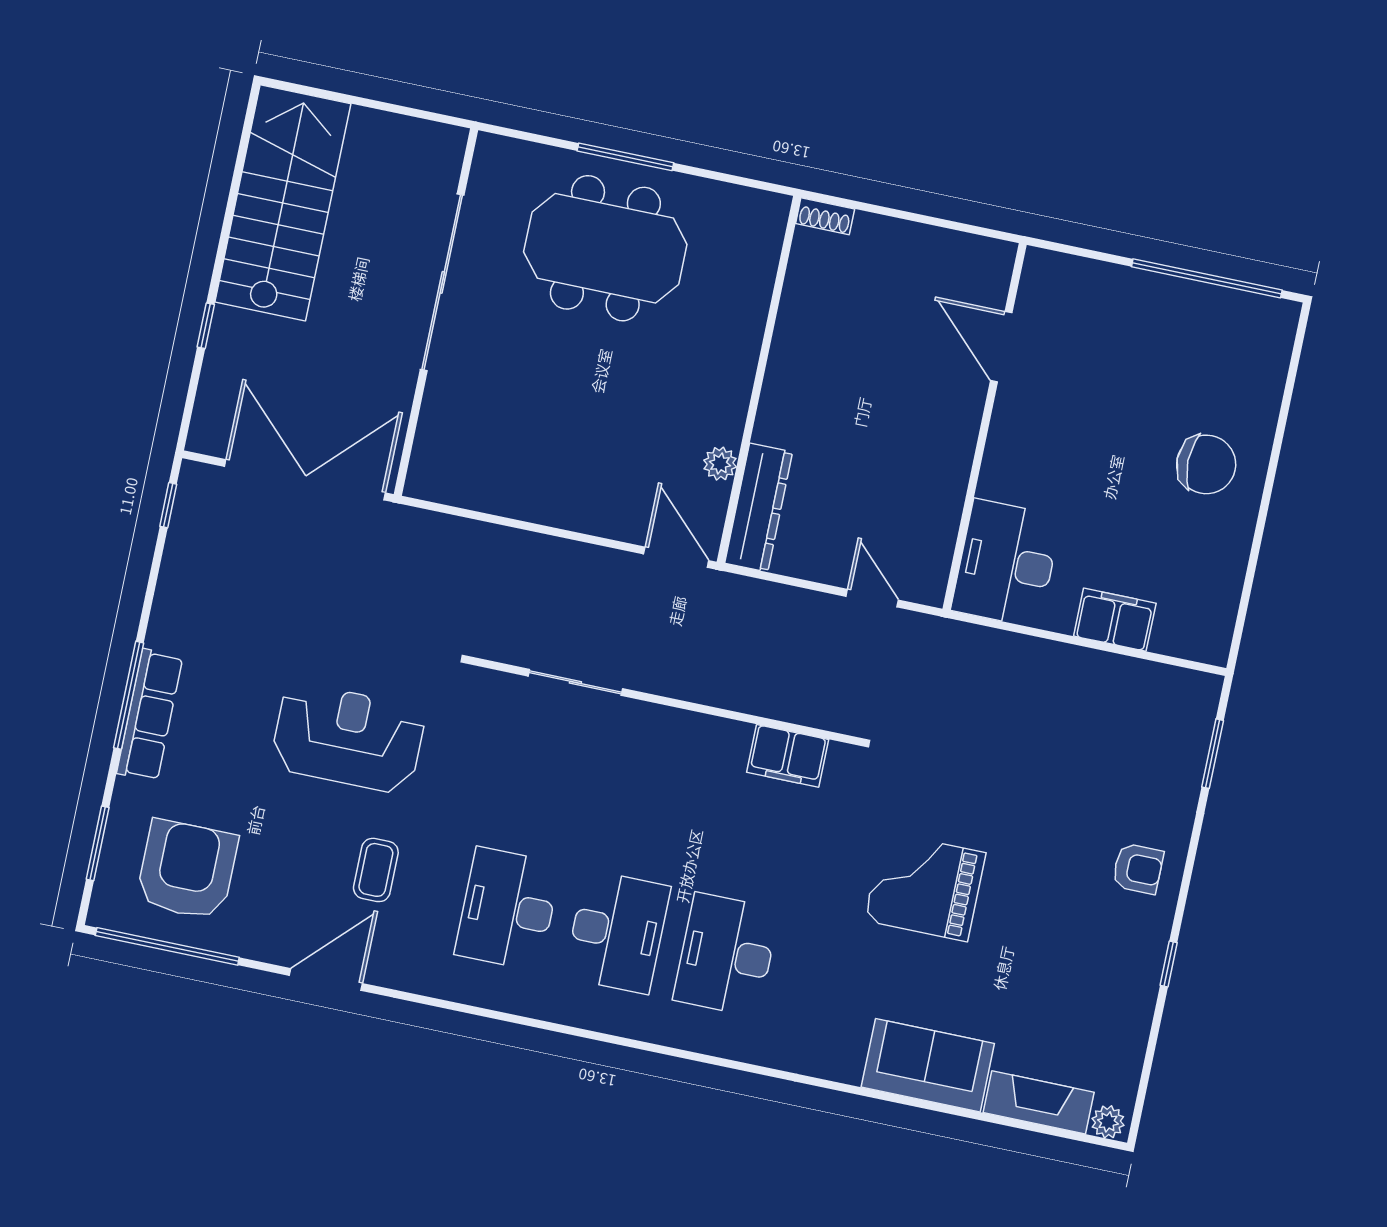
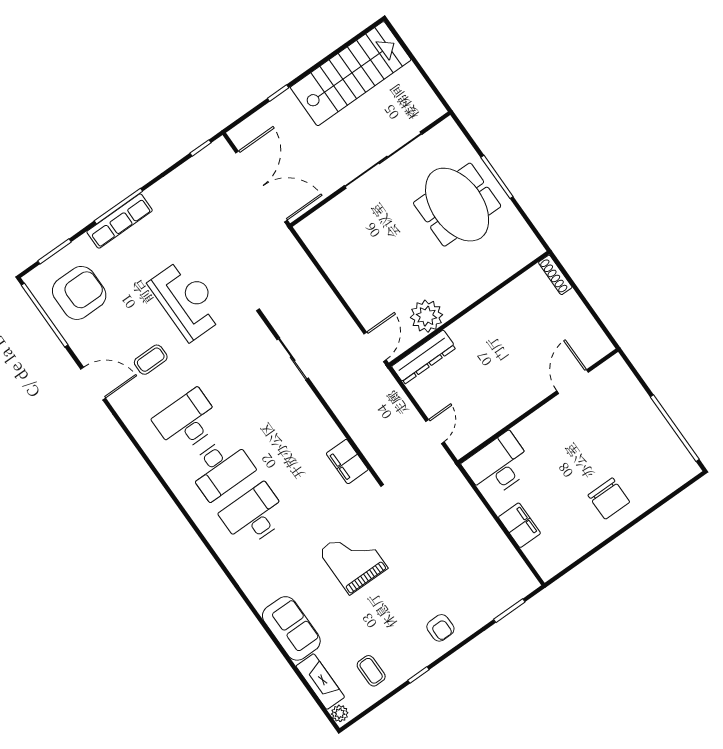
shoe rack: (825, 216) -> (555, 275), width x1.43
plant: (720, 464) -> (426, 316), width x1.88, depth x1.88
coffee table: (1096, 1020) -> (371, 671), added

